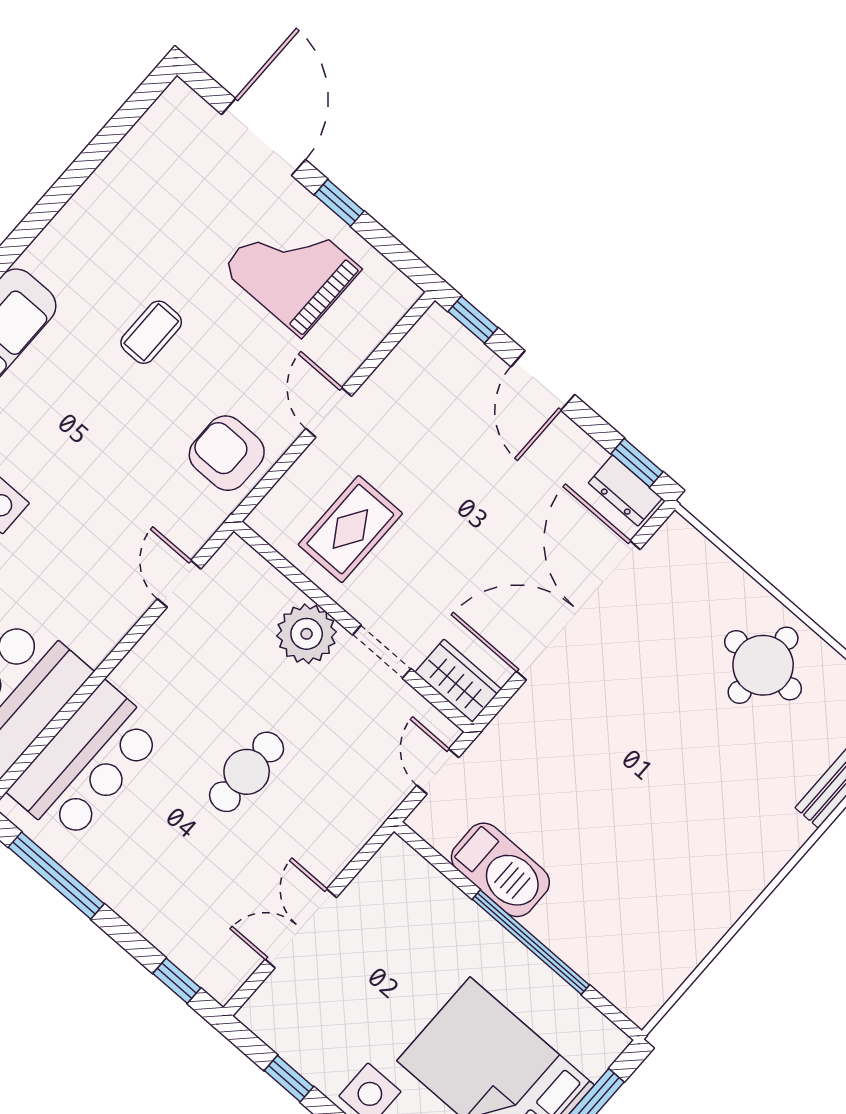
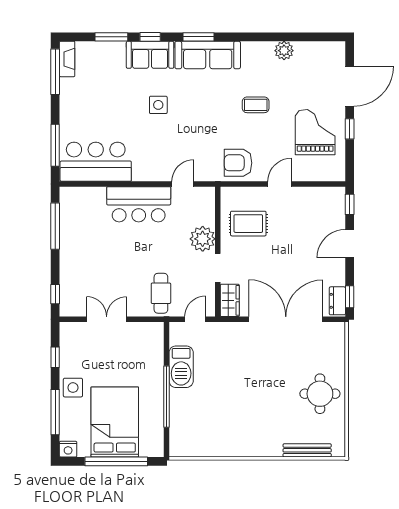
plant: (99, 198) -> (284, 51), added
armchair: (227, 453) -> (238, 163), turned -90
bar counter: (86, 763) -> (139, 204), moved
cafe table: (247, 772) -> (161, 293), moved, turned 90

